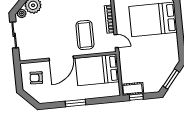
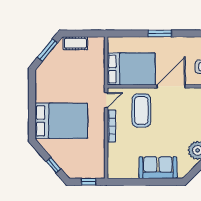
door: (116, 41) -> (106, 100), swing flipped
cot: (133, 89) -> (75, 43), moved
window: (136, 97) -> (89, 33), removed

